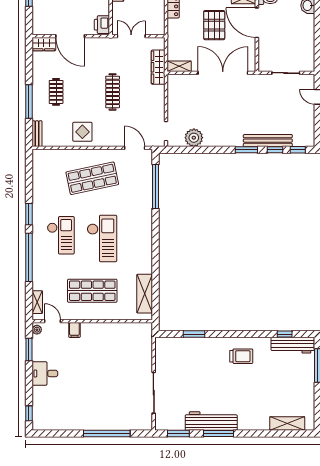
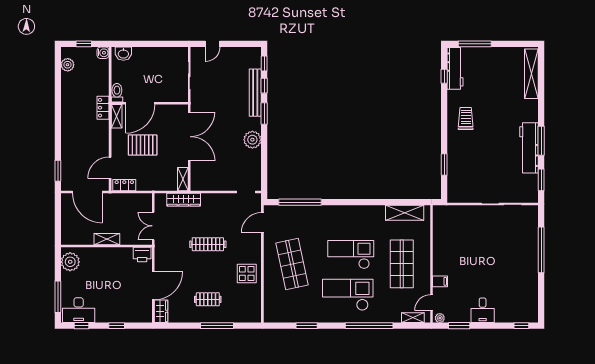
double door: (223, 73) -> (189, 137), swing flipped
bench: (37, 134) -> (249, 318), removed
plant: (194, 138) -> (252, 140), moved
window: (29, 214) -> (307, 326), moved
checkout: (61, 235) -> (348, 295), width x1.36, depth x1.21
shelving: (287, 424) -> (531, 74), width x1.47

